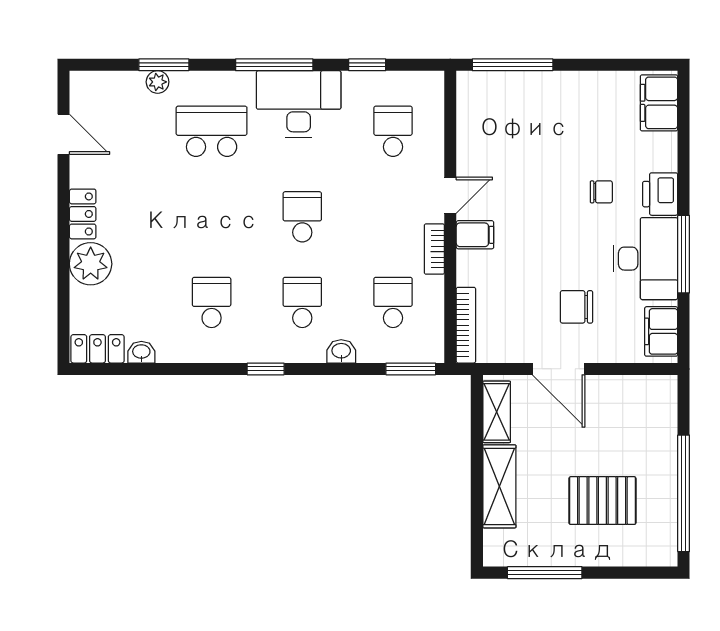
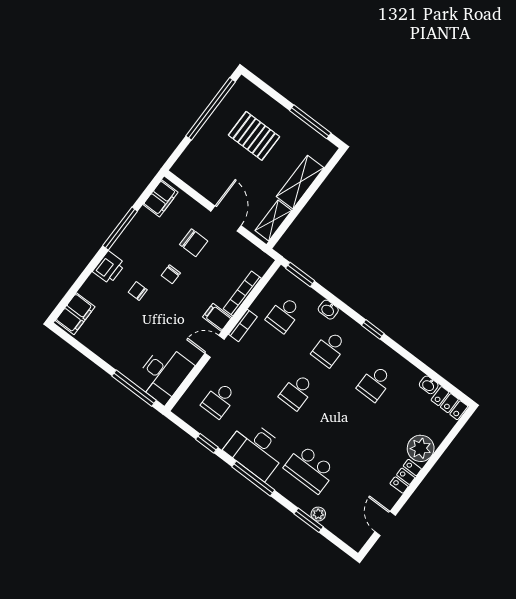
chair: (575, 245) -> (171, 274), added
desk: (646, 259) -> (164, 374), moved, turned 180
bookcase: (466, 325) -> (242, 294), moved

